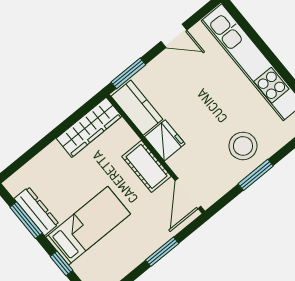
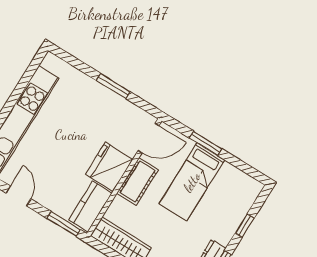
fridge: (165, 140) -> (109, 167), width x1.36, depth x1.34
stool: (243, 146) -> (92, 105), removed
bed: (88, 226) -> (192, 182), moved, turned -90

